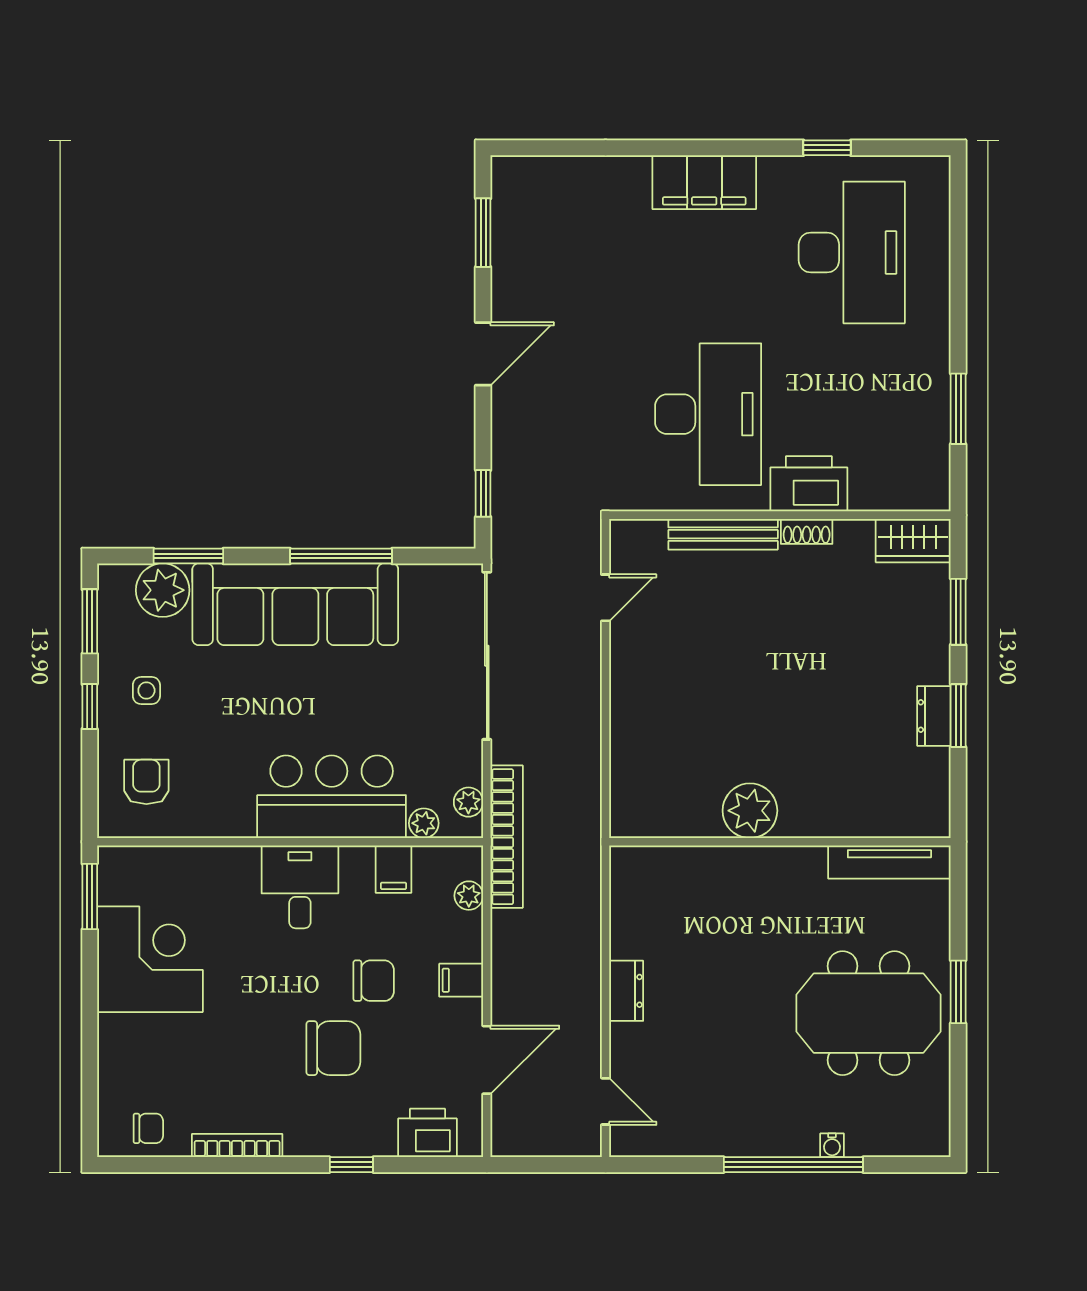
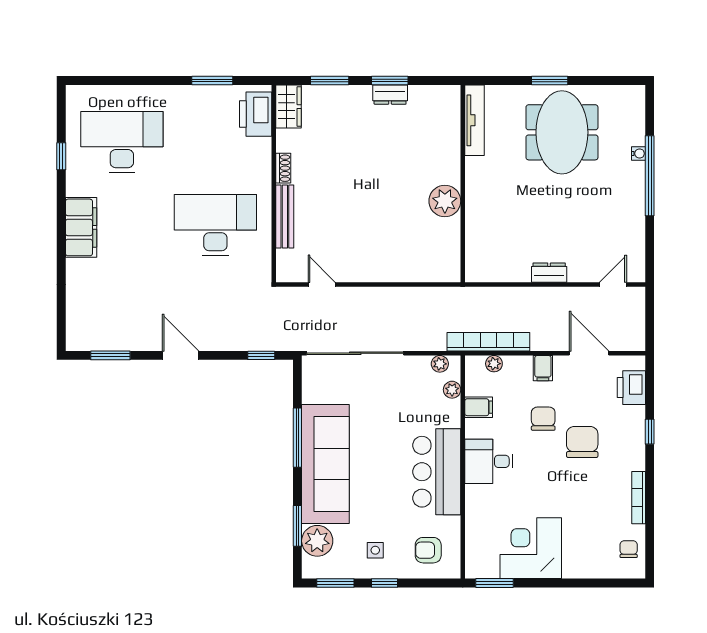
printer: (809, 484) -> (256, 114), moved
bar counter: (332, 797) -> (437, 472), moved
bookcase: (507, 837) -> (488, 342), moved

